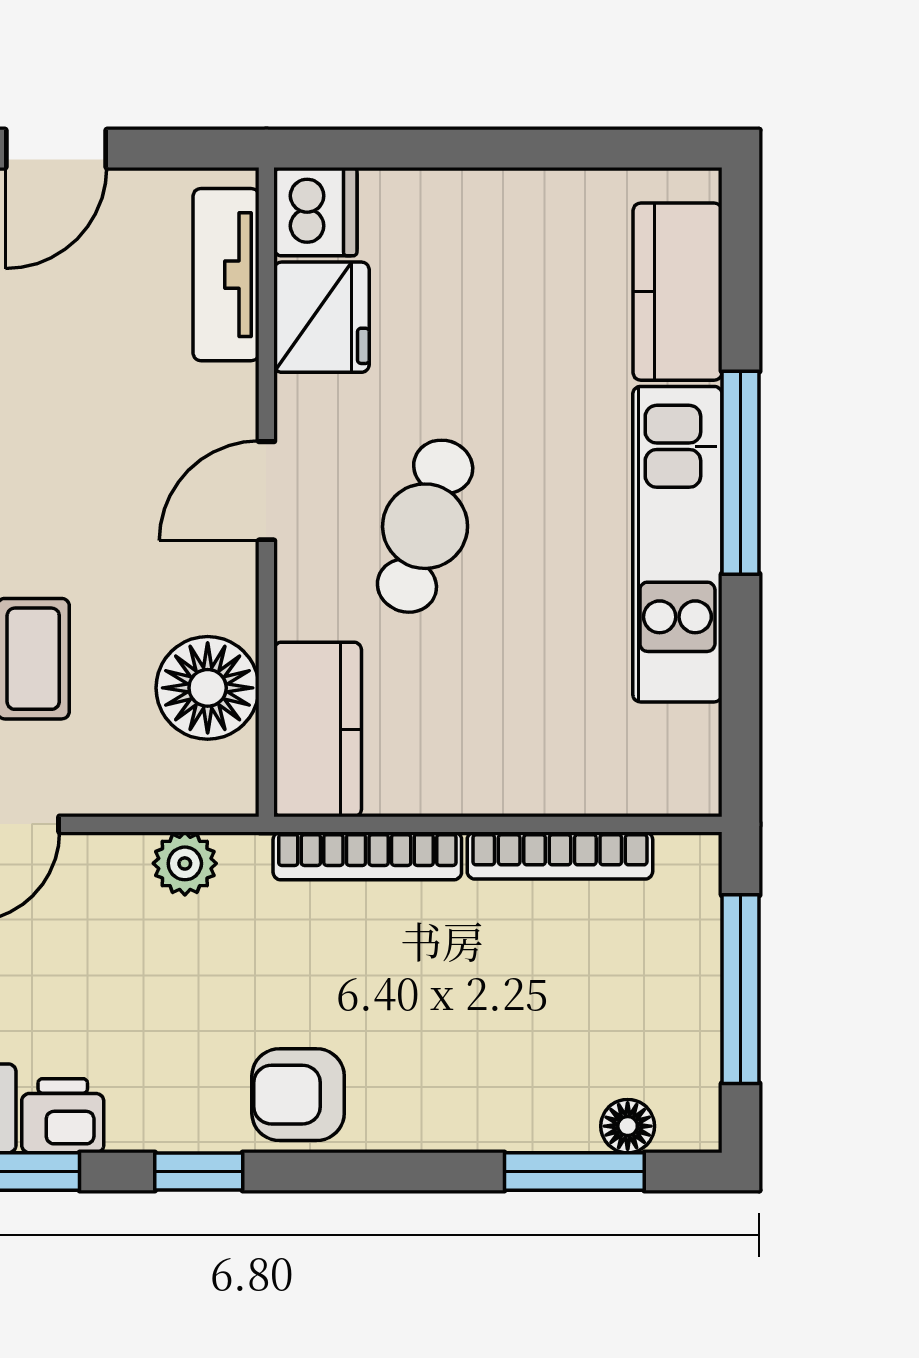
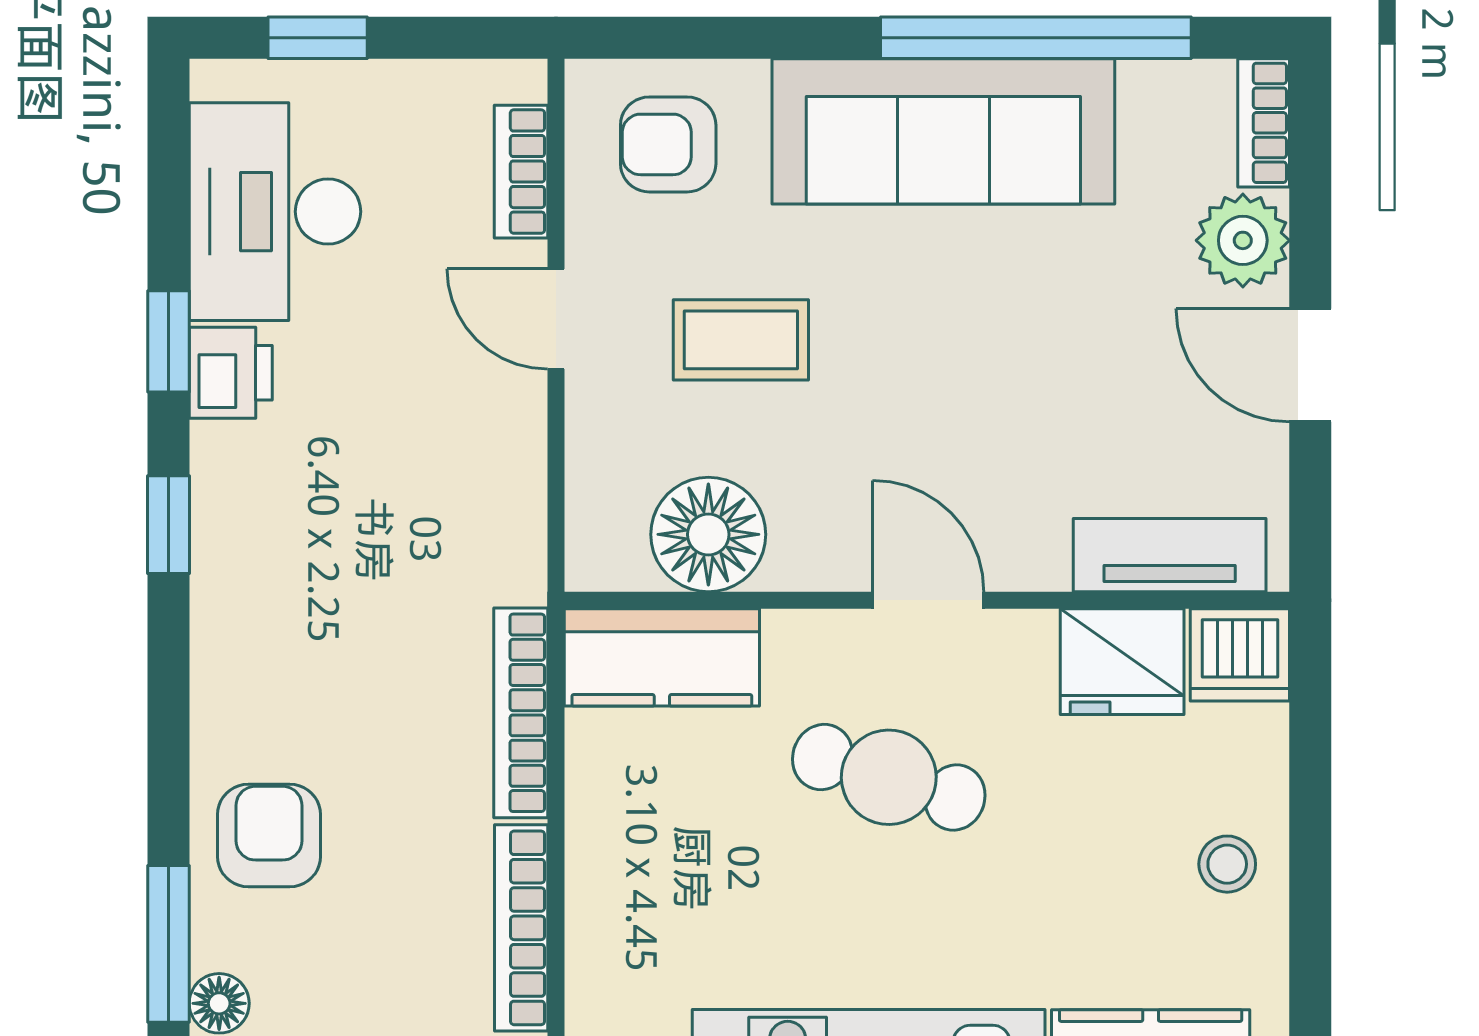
stool: (503, 223) -> (1227, 864), added
plant: (185, 863) -> (512, 509), removed
armchair: (298, 1095) -> (269, 836), moved

